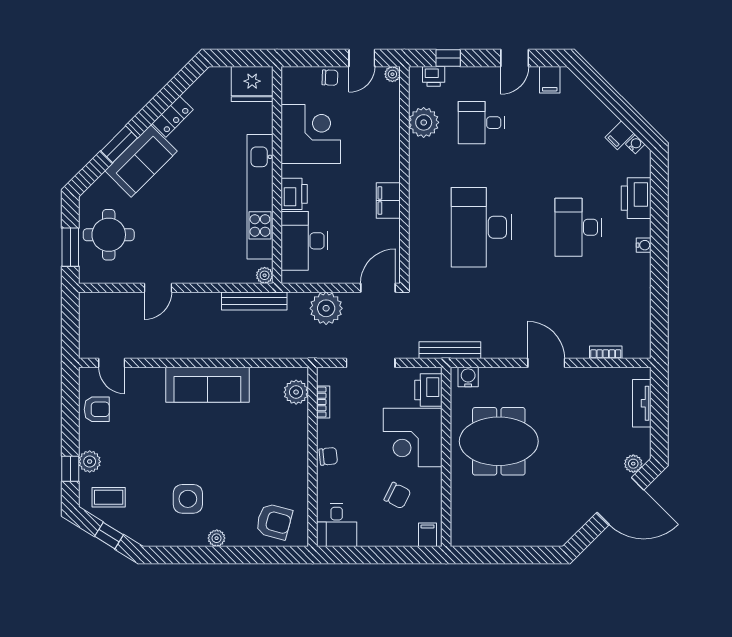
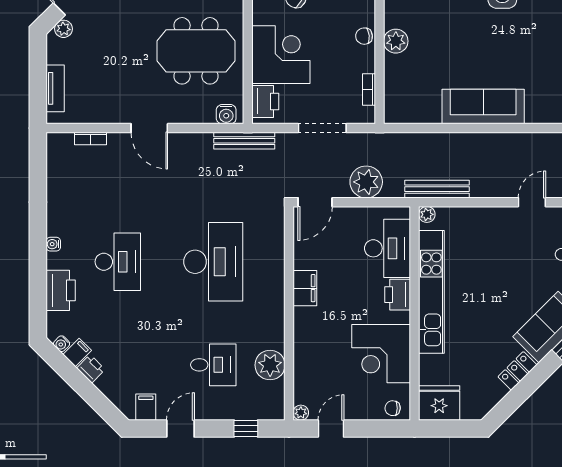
printer: (434, 76) -> (91, 369), moved, turned 45
chair: (330, 78) -> (393, 408), moved
plant: (296, 392) -> (396, 41), moved

